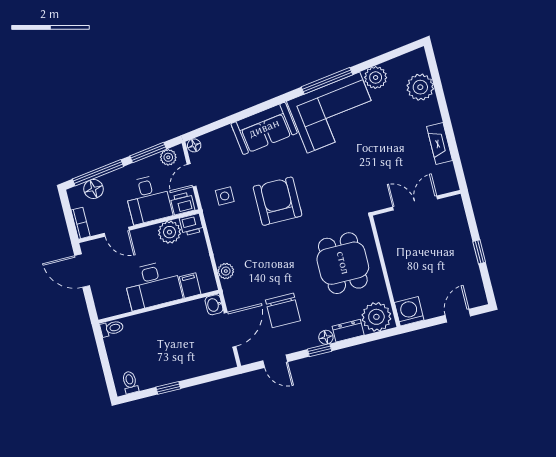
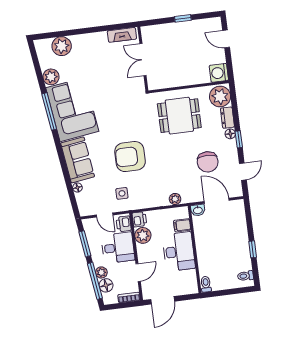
fireplace: (440, 143) -> (122, 35), moved
floor lamp: (194, 145) -> (77, 187), moved
plant: (168, 157) -> (101, 272), moved
chair: (283, 310) -> (208, 162), turned 90

